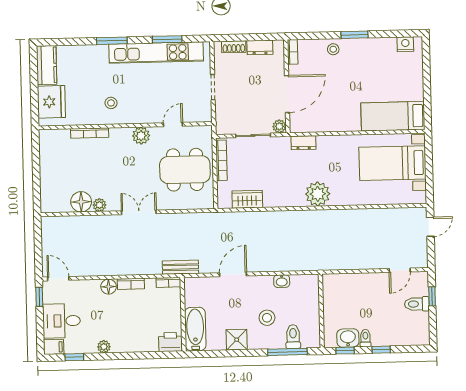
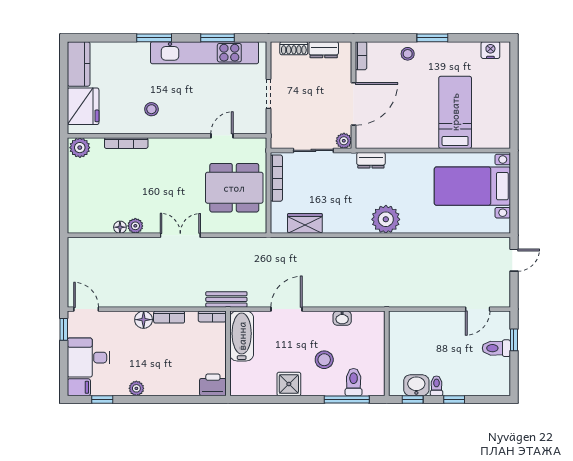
bed: (393, 116) -> (455, 112), moved, turned 90
plant: (141, 136) -> (80, 148), moved
floor lamp: (81, 202) -> (120, 227), width x0.53, depth x0.53
bathtub: (195, 329) -> (242, 336), moved

